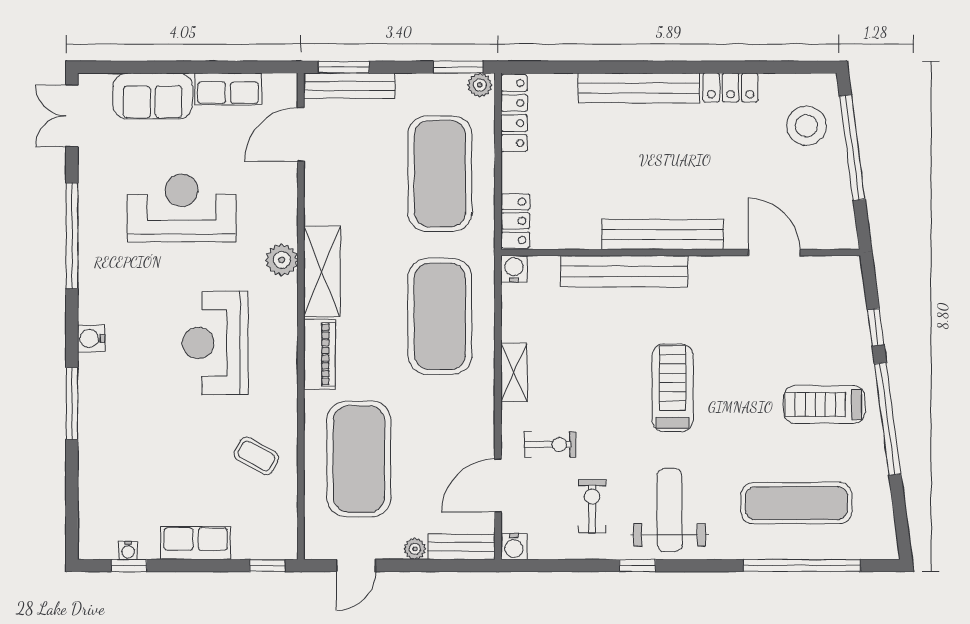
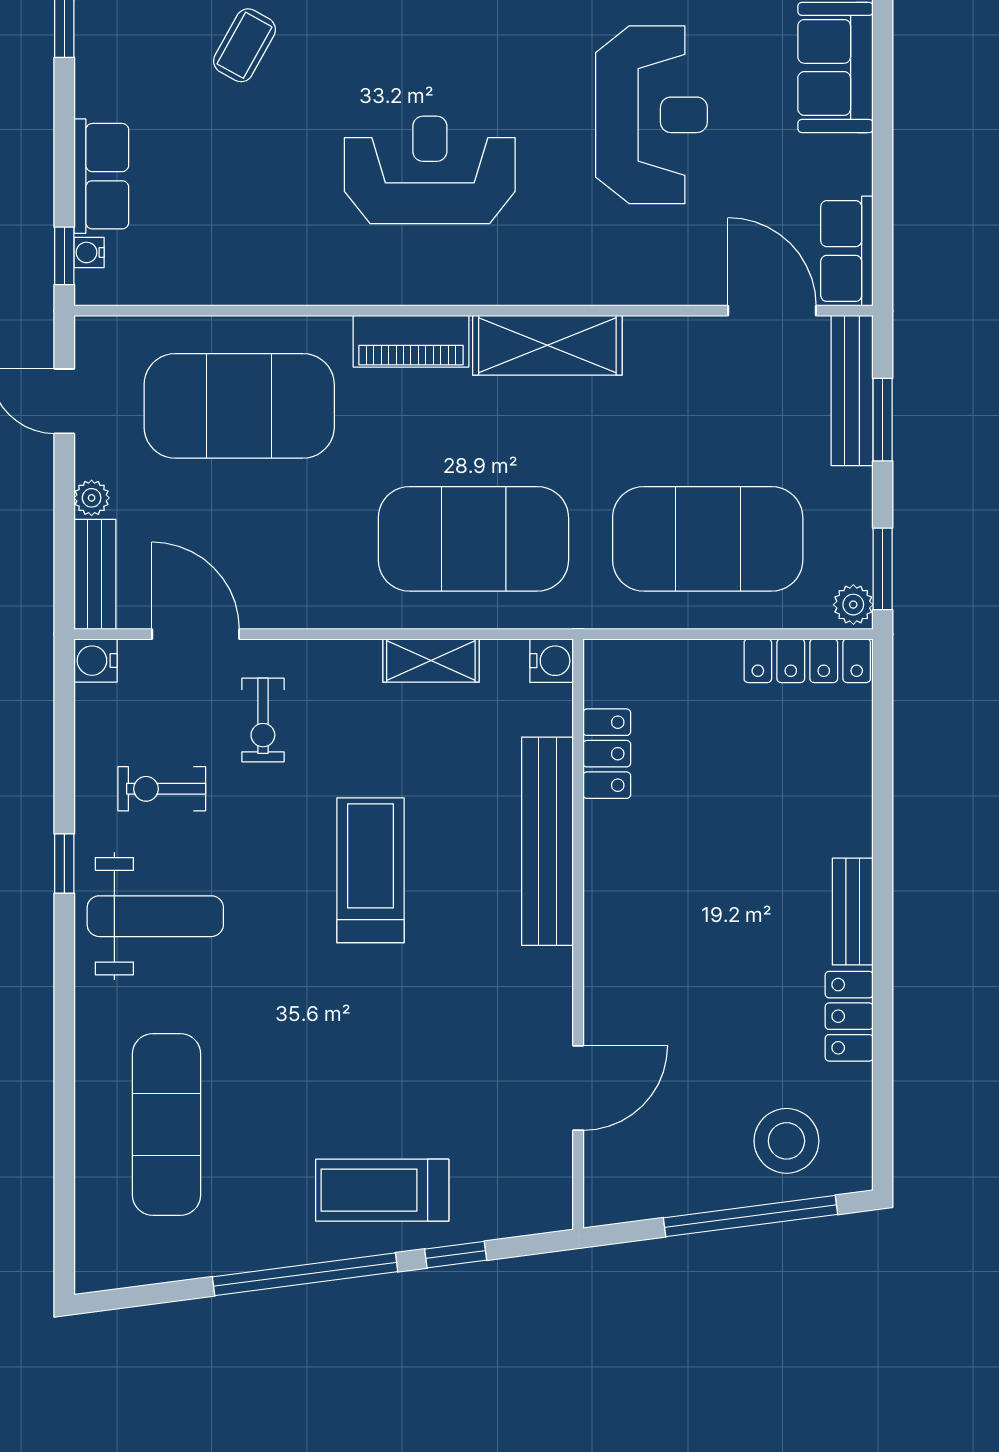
window: (344, 67) -> (883, 420), moved
bench: (639, 88) -> (853, 912), width x0.54, depth x0.82
row of seats: (228, 89) -> (847, 251), moved
locker: (515, 221) -> (607, 754), moved, turned -90
bench: (663, 235) -> (608, 905), removed
plant: (282, 260) -> (566, 279), removed
shelving: (514, 372) -> (431, 661), moved
treadmill: (673, 388) -> (370, 870), moved, turned -90
treadmill: (824, 405) -> (382, 1190), moved, turned -90
coffee table: (256, 456) -> (245, 45), moved
exercise bike: (592, 506) -> (162, 789), turned 180
row of seats: (196, 543) -> (101, 176), moved
water cooler: (128, 551) -> (89, 252), moved
window: (802, 566) -> (64, 1133), removed

